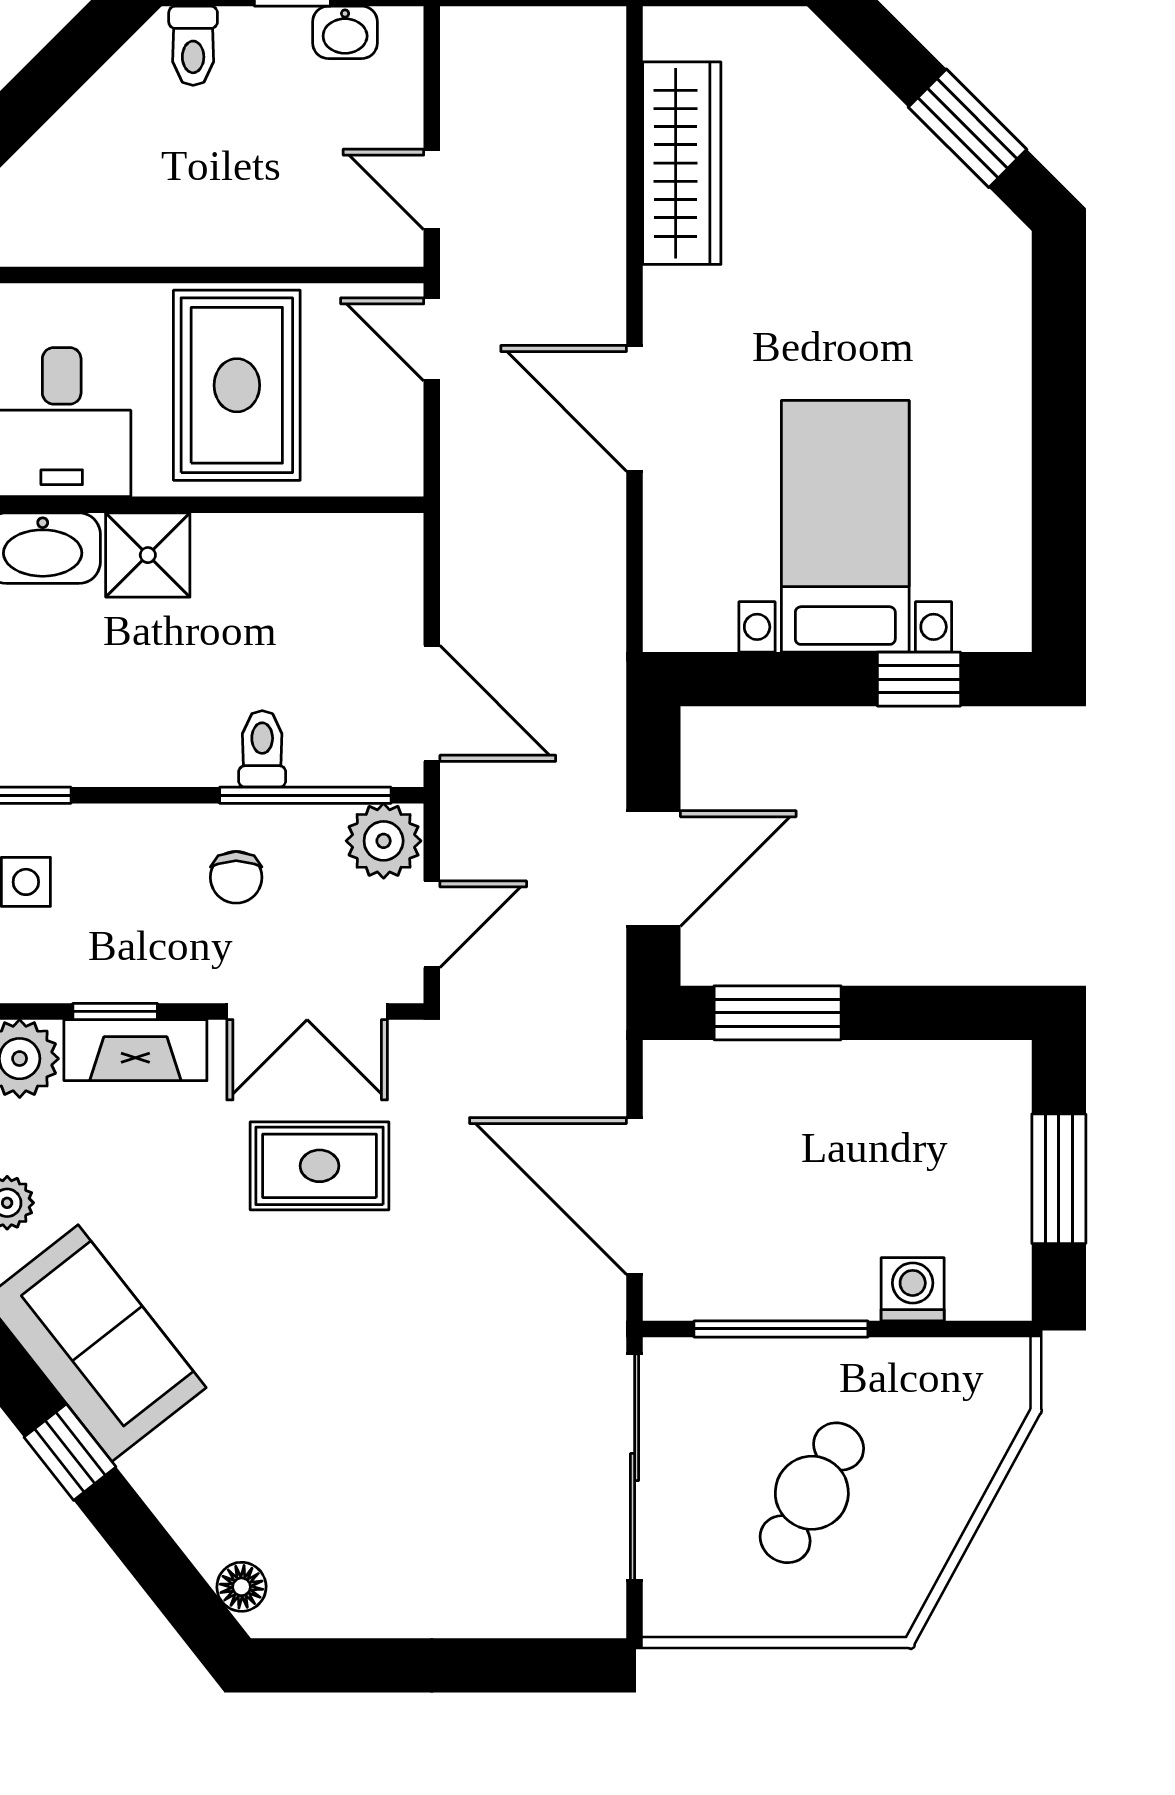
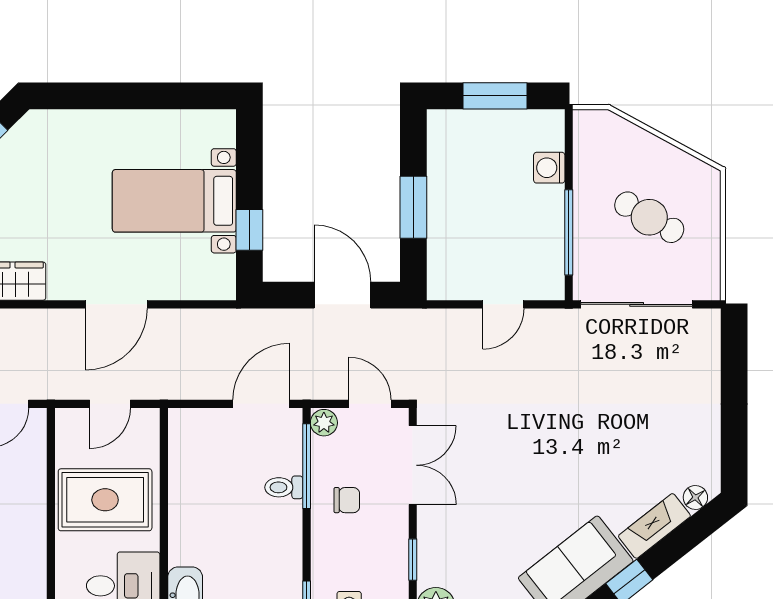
door: (432, 339) -> (110, 404), moved
shower: (148, 555) -> (188, 543), removed
window: (919, 679) -> (249, 230), moved
plant: (384, 841) -> (324, 423), width x0.73, depth x0.73
window: (778, 1013) -> (413, 207), moved
fireplace: (135, 1050) -> (654, 526), moved, turned -128
rug: (320, 1166) -> (489, 459), removed
door: (635, 1196) -> (503, 304), width x0.53

